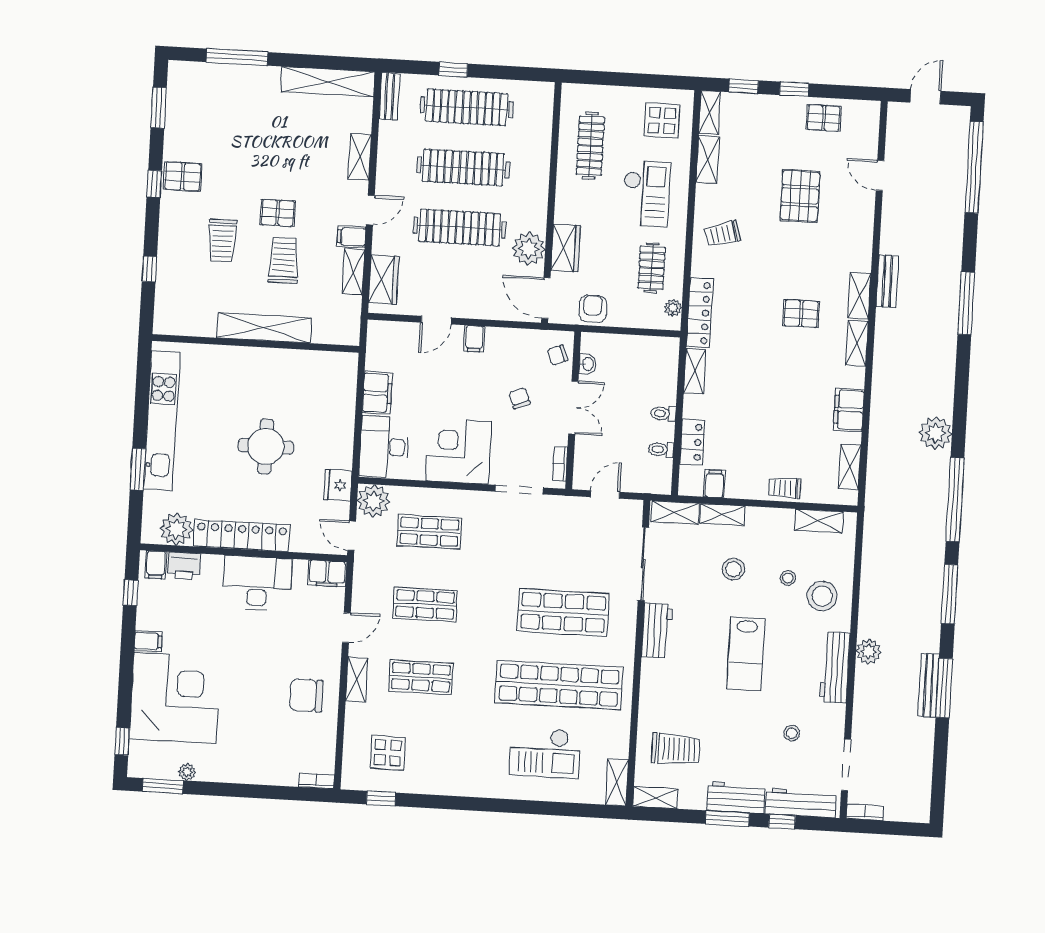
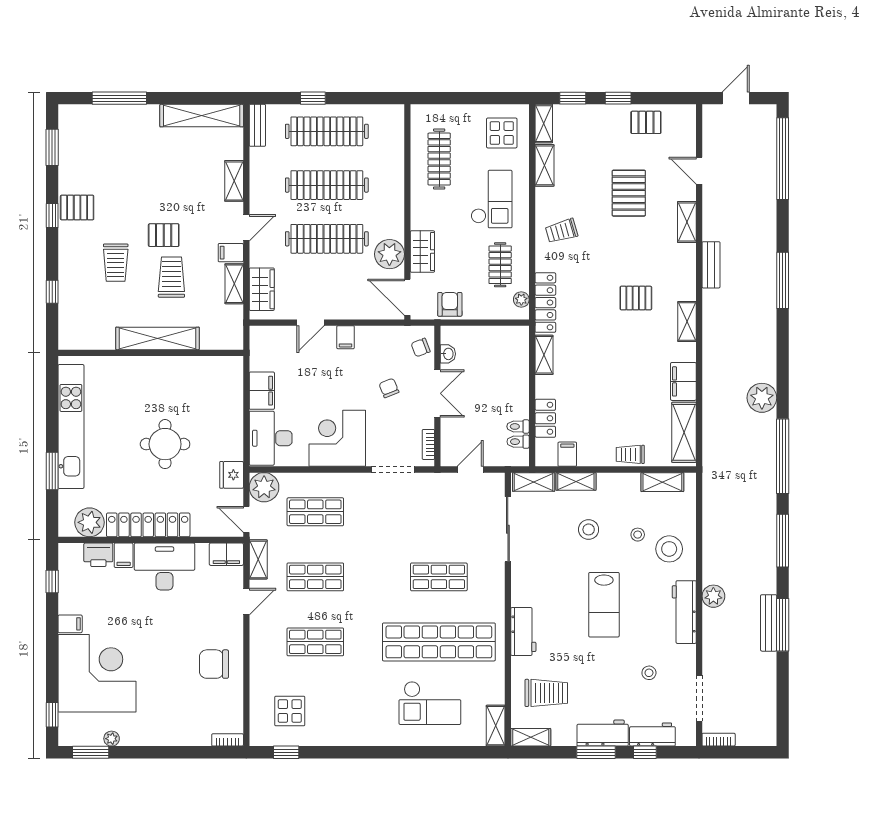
shelving: (859, 296) -> (687, 222), moved
toilet: (663, 414) -> (518, 442), moved
shelving: (850, 467) -> (684, 432), width x1.50, depth x1.33
filing cabinet: (156, 565) -> (124, 555), moved
shop shelf: (563, 612) -> (439, 577), width x0.70, depth x0.74
workbench: (657, 631) -> (523, 632), moved
shelving: (357, 679) -> (258, 559), moved
workbench: (801, 803) -> (652, 734), width x0.73

